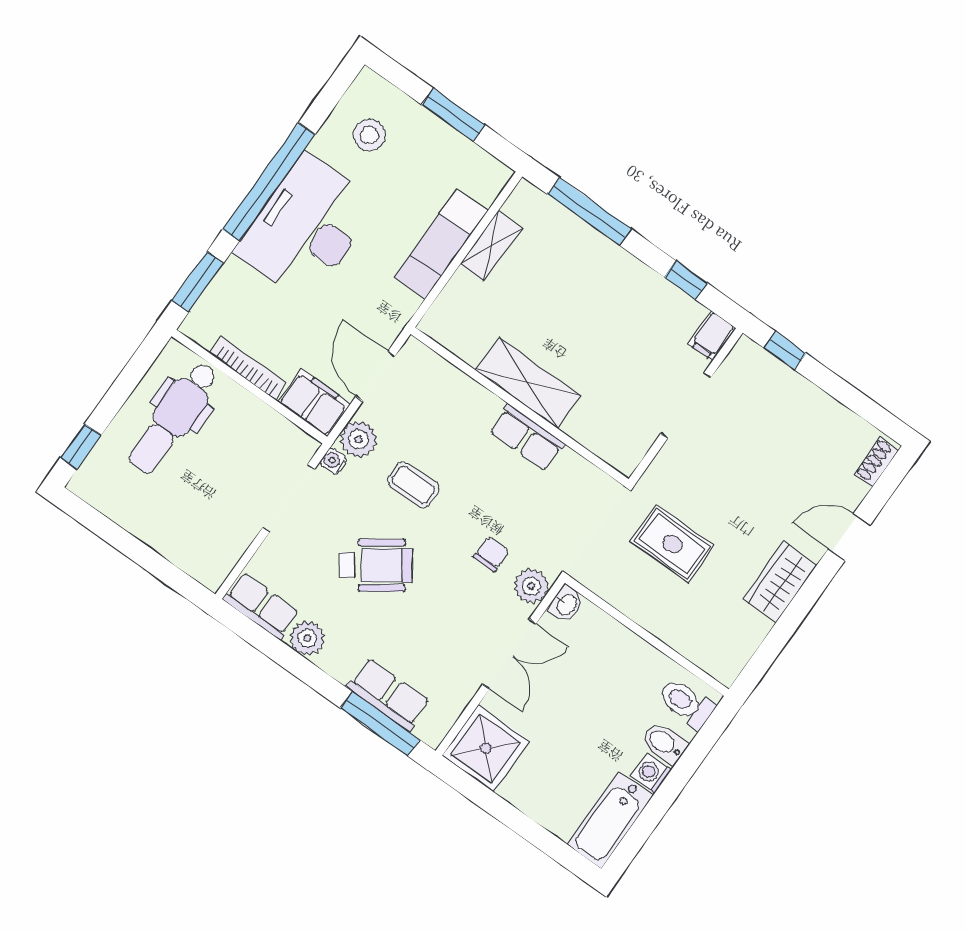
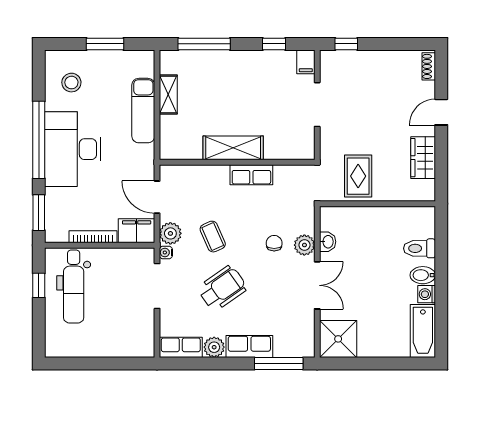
window: (81, 446) -> (39, 285), moved
coffee table: (413, 485) -> (213, 237), turned 66
rug: (672, 544) -> (358, 176), turned 90
wall: (647, 636) -> (377, 204), moved
row of seats: (388, 694) -> (249, 346), moved

